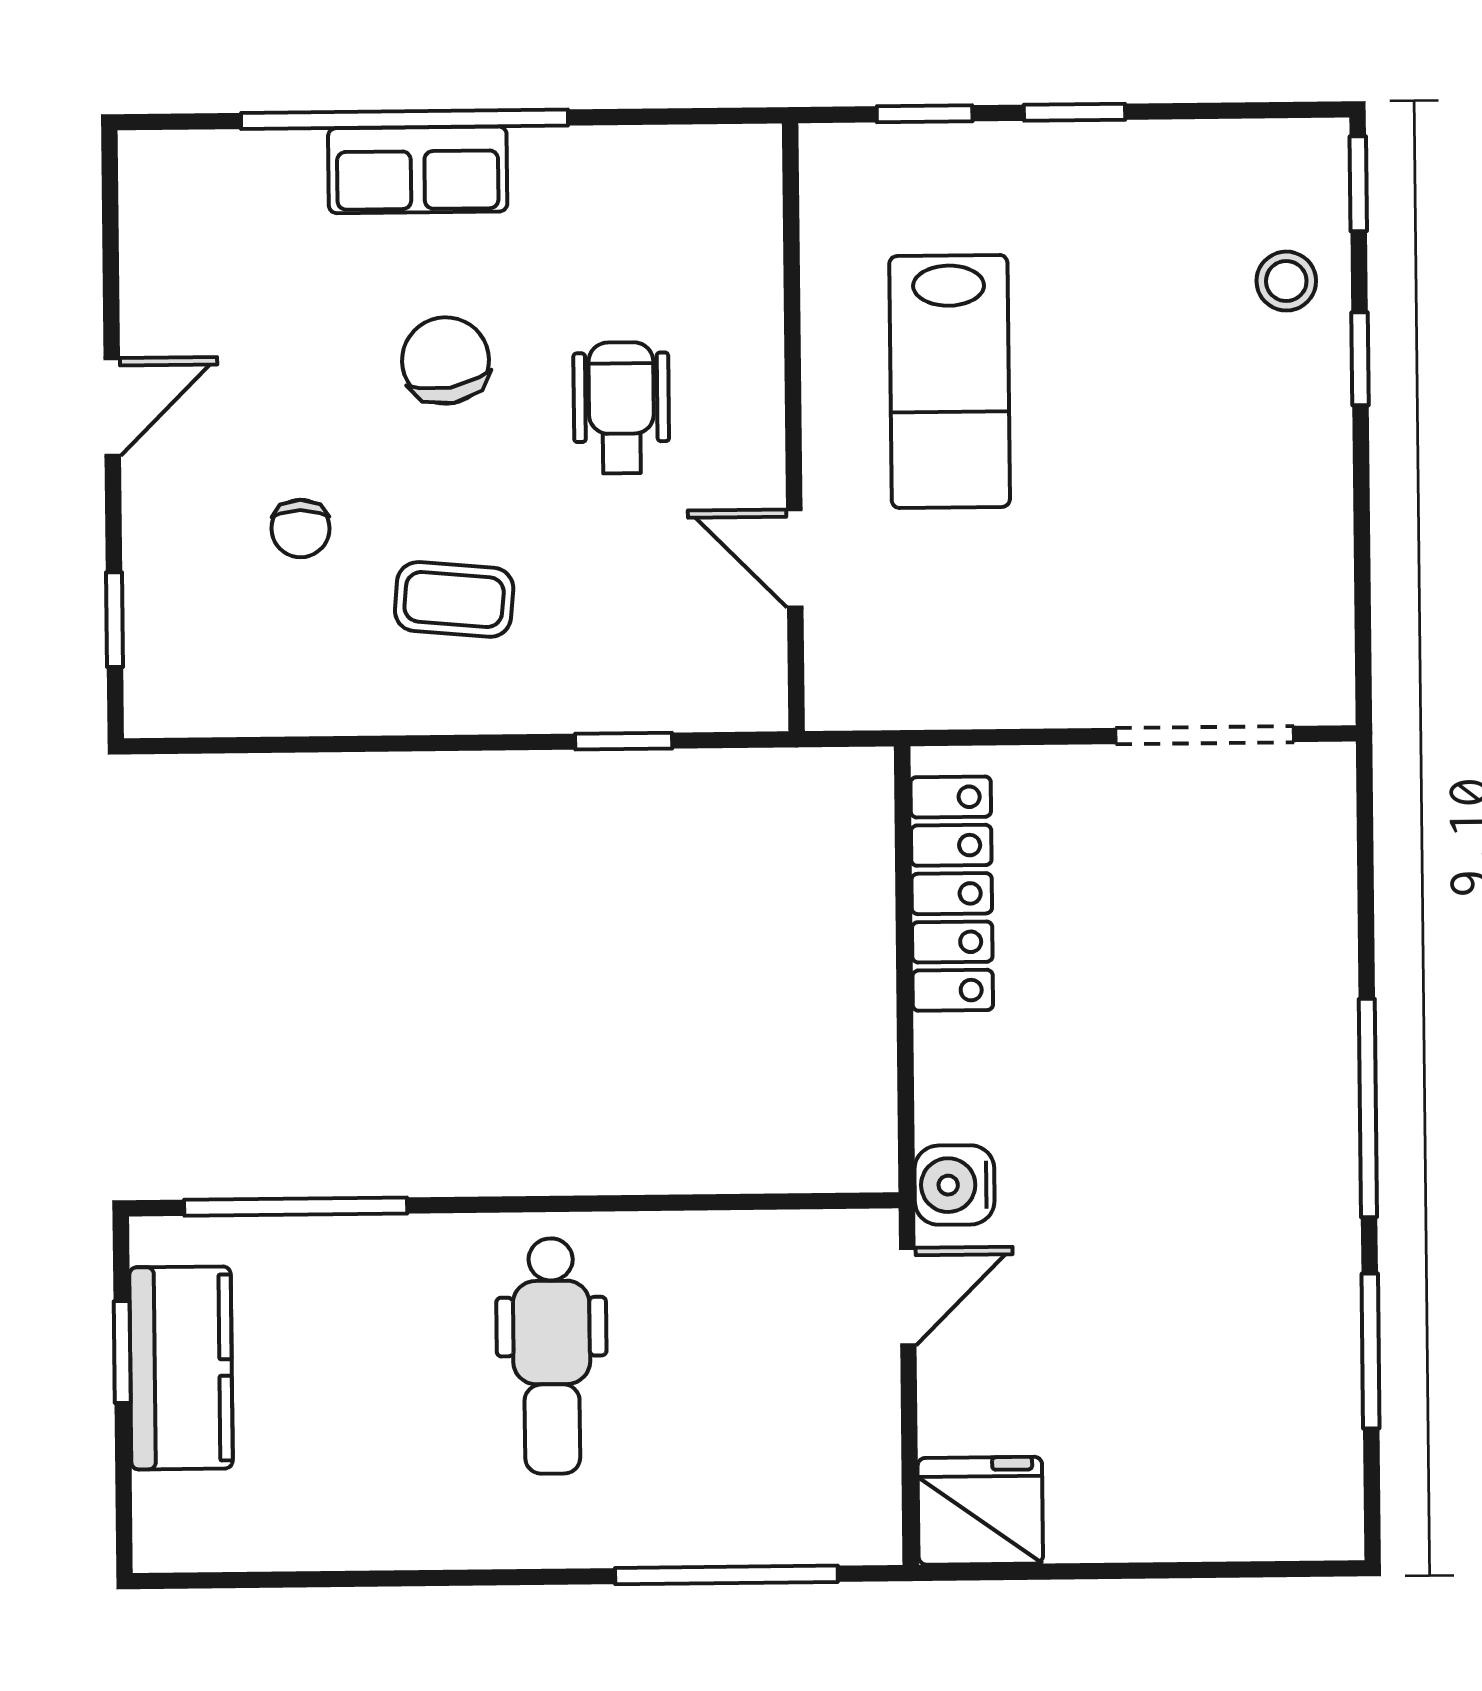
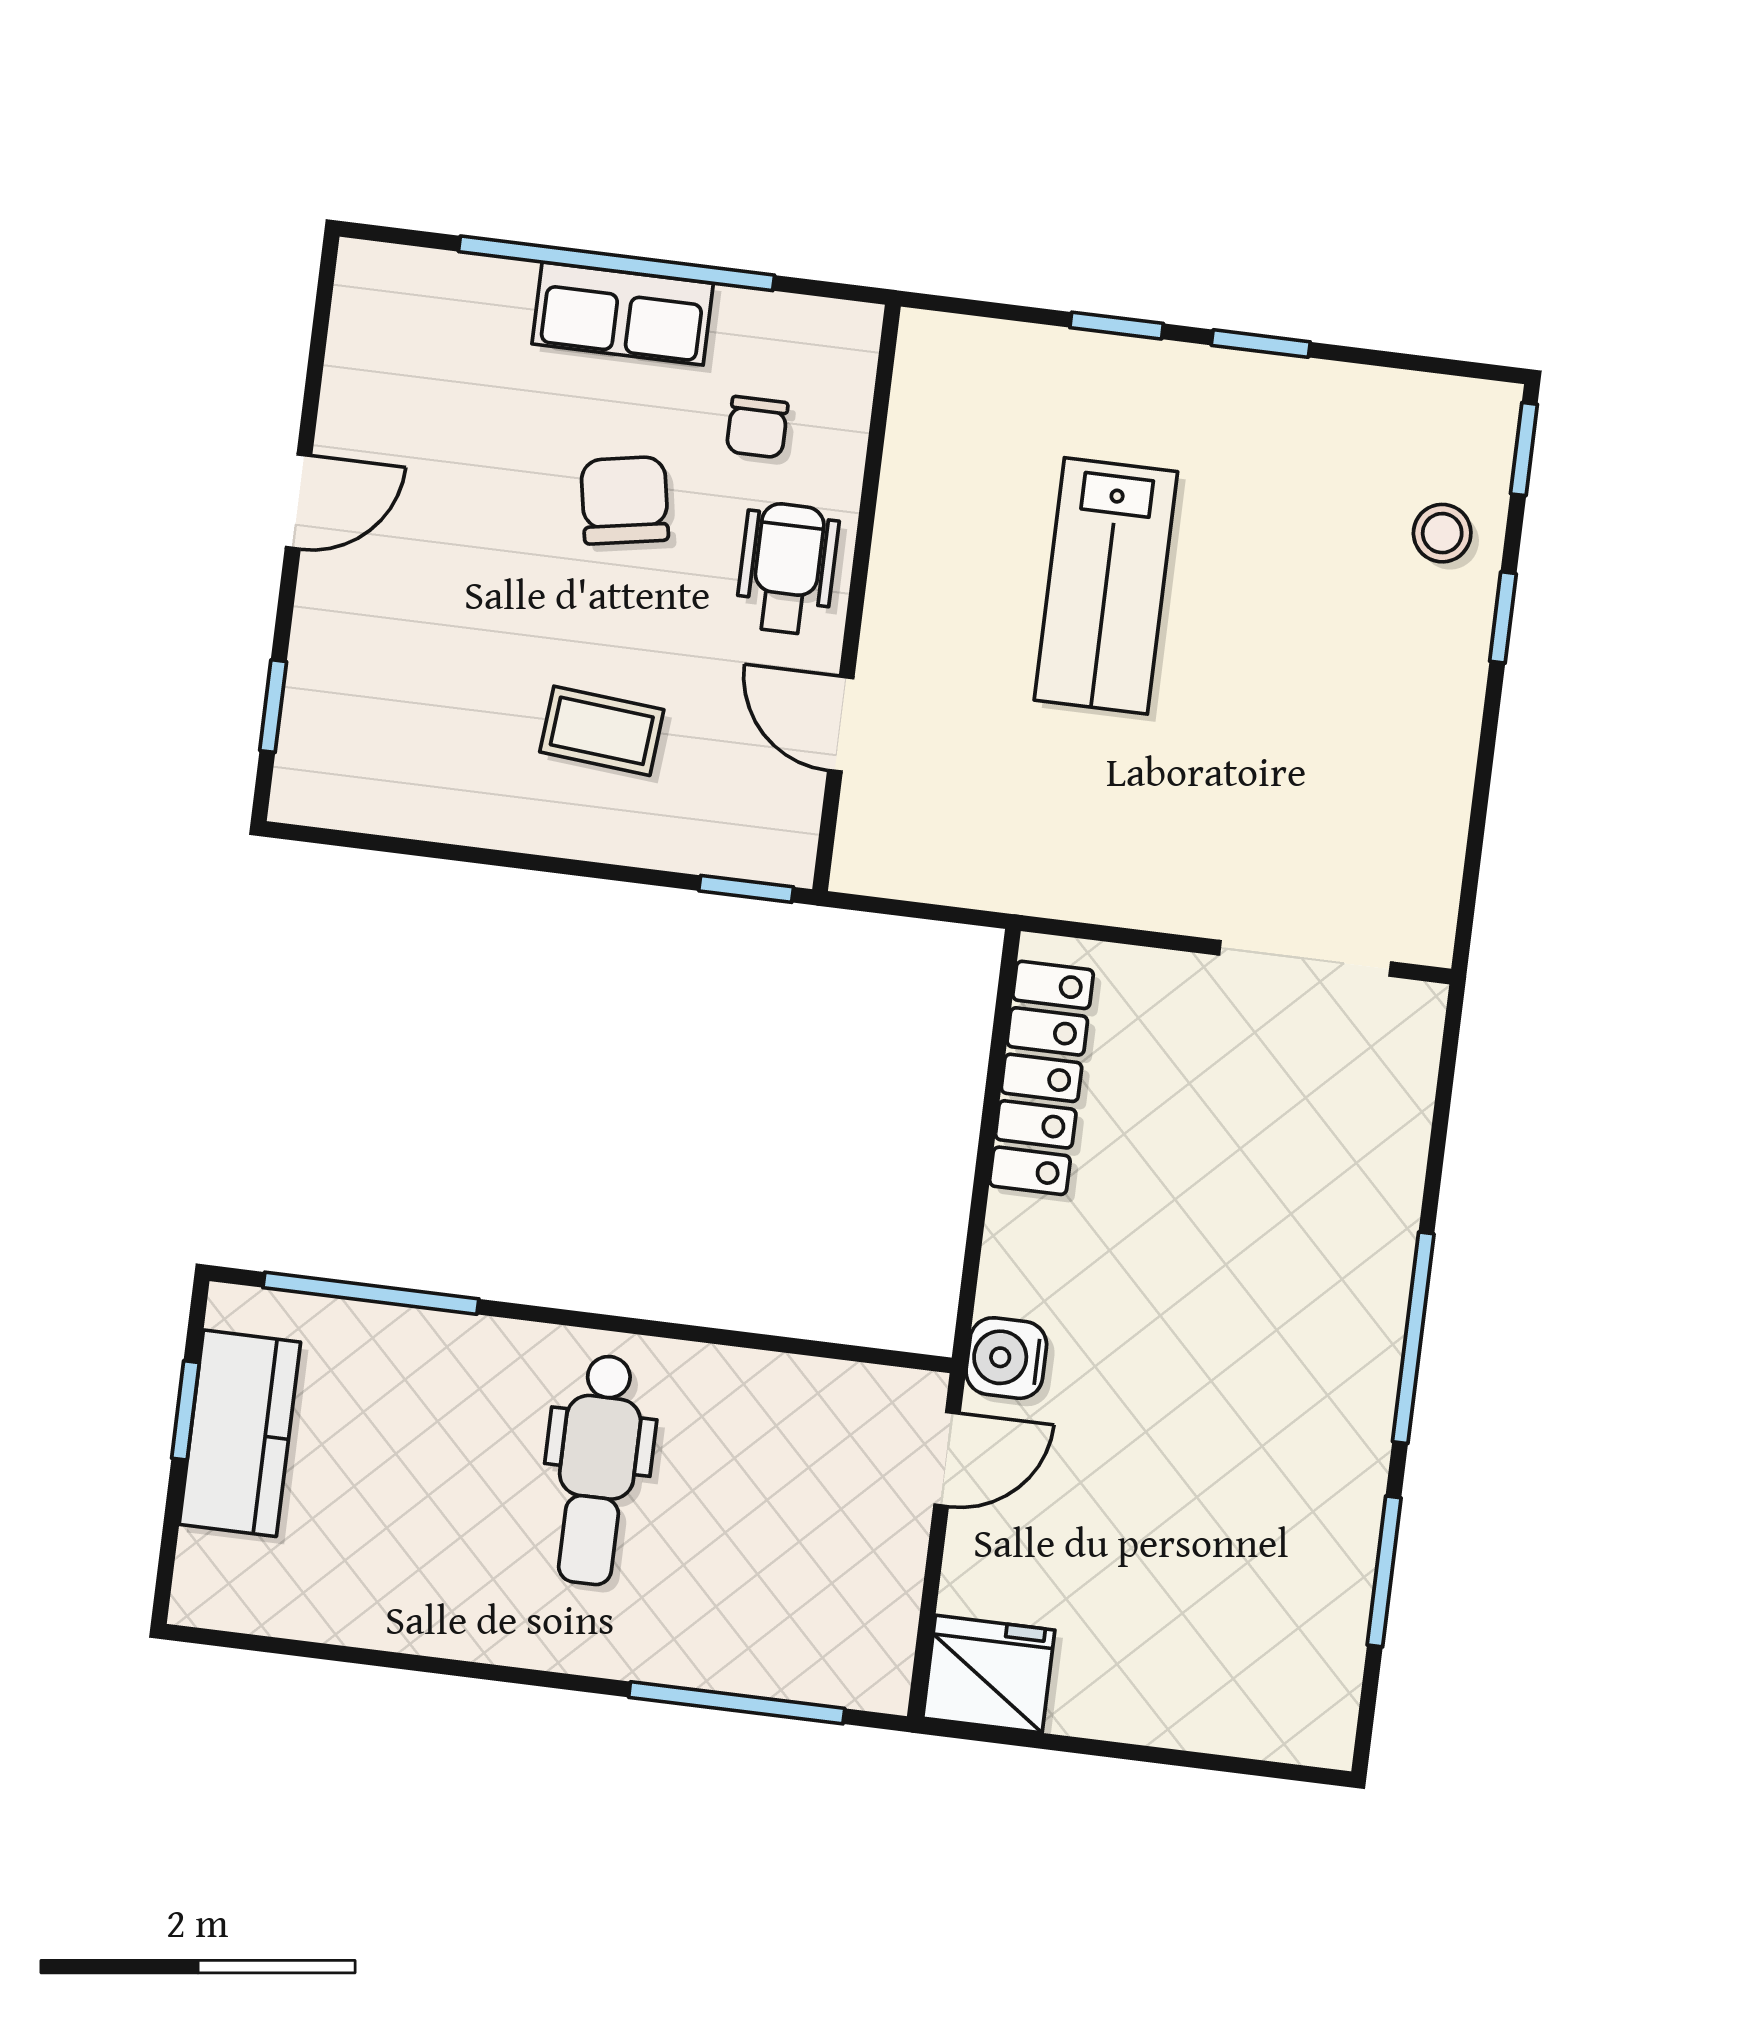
wall: (793, 427) -> (856, 598), moved
chair: (301, 529) -> (757, 427), moved
door: (795, 558) -> (841, 724), moved

